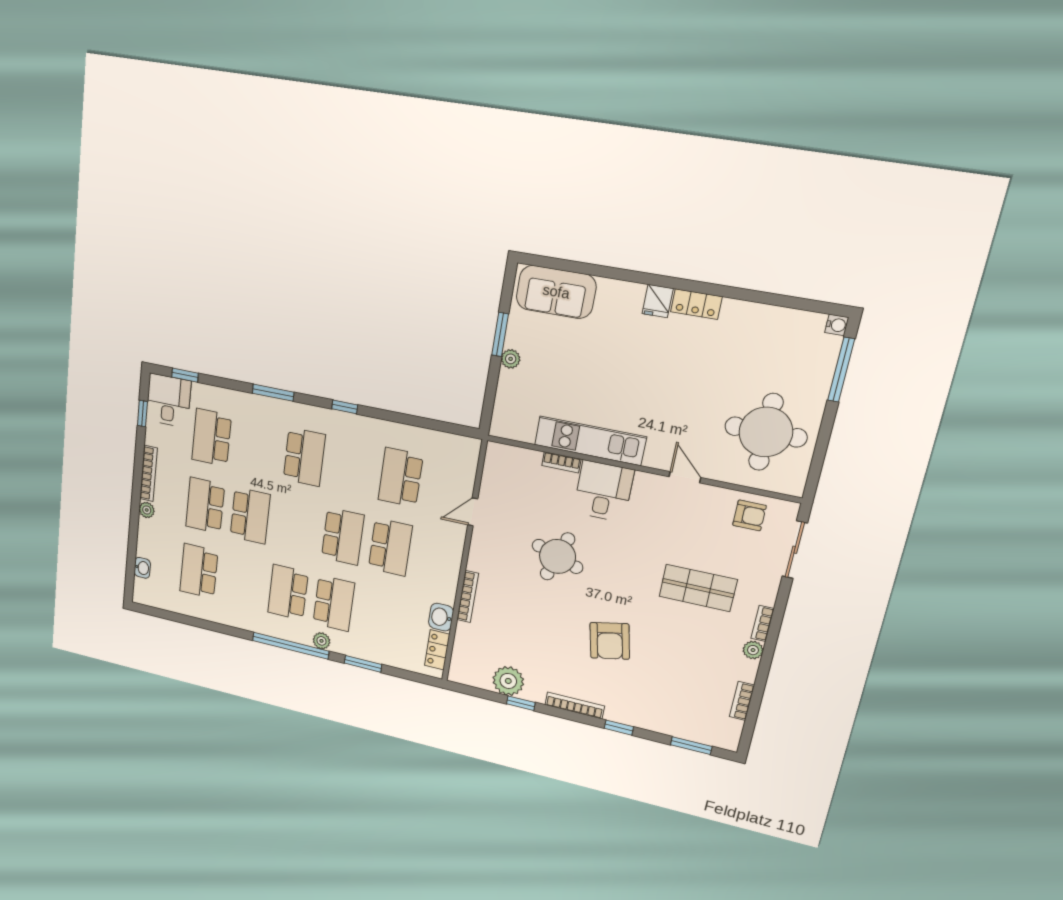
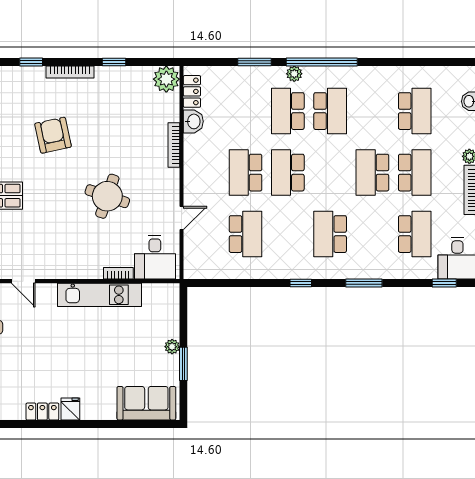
desk: (603, 491) -> (155, 257), moved
plant: (508, 681) -> (166, 79), moved

